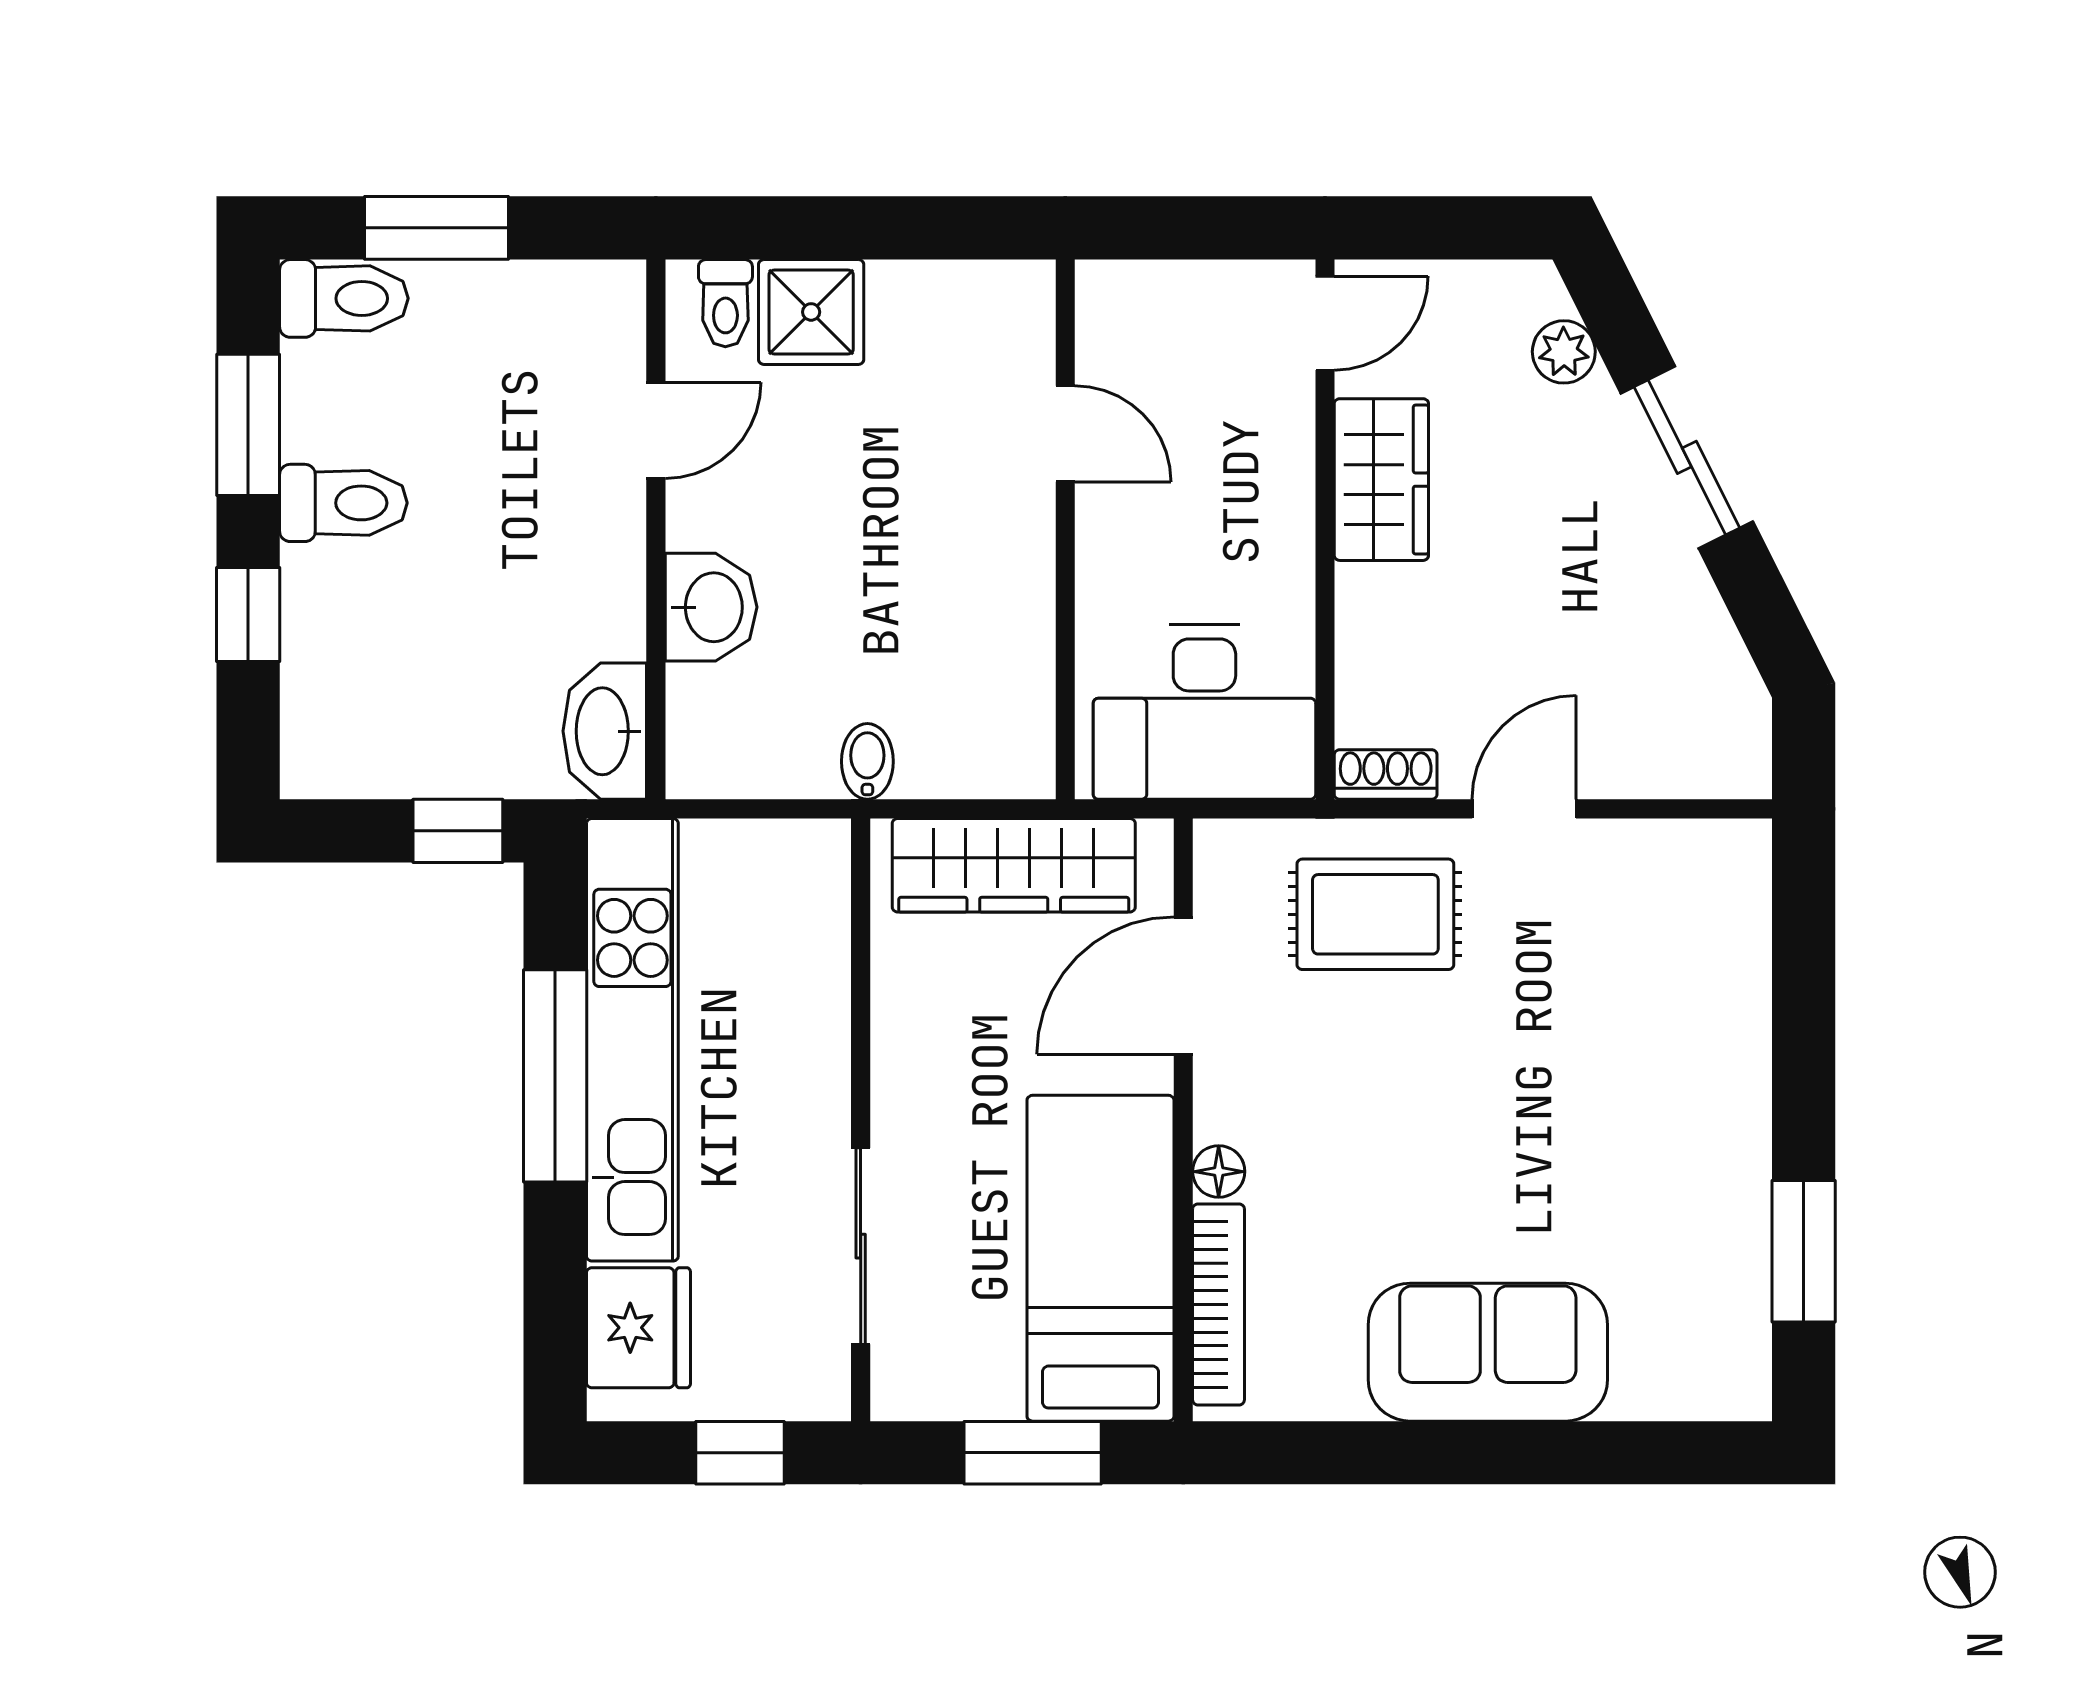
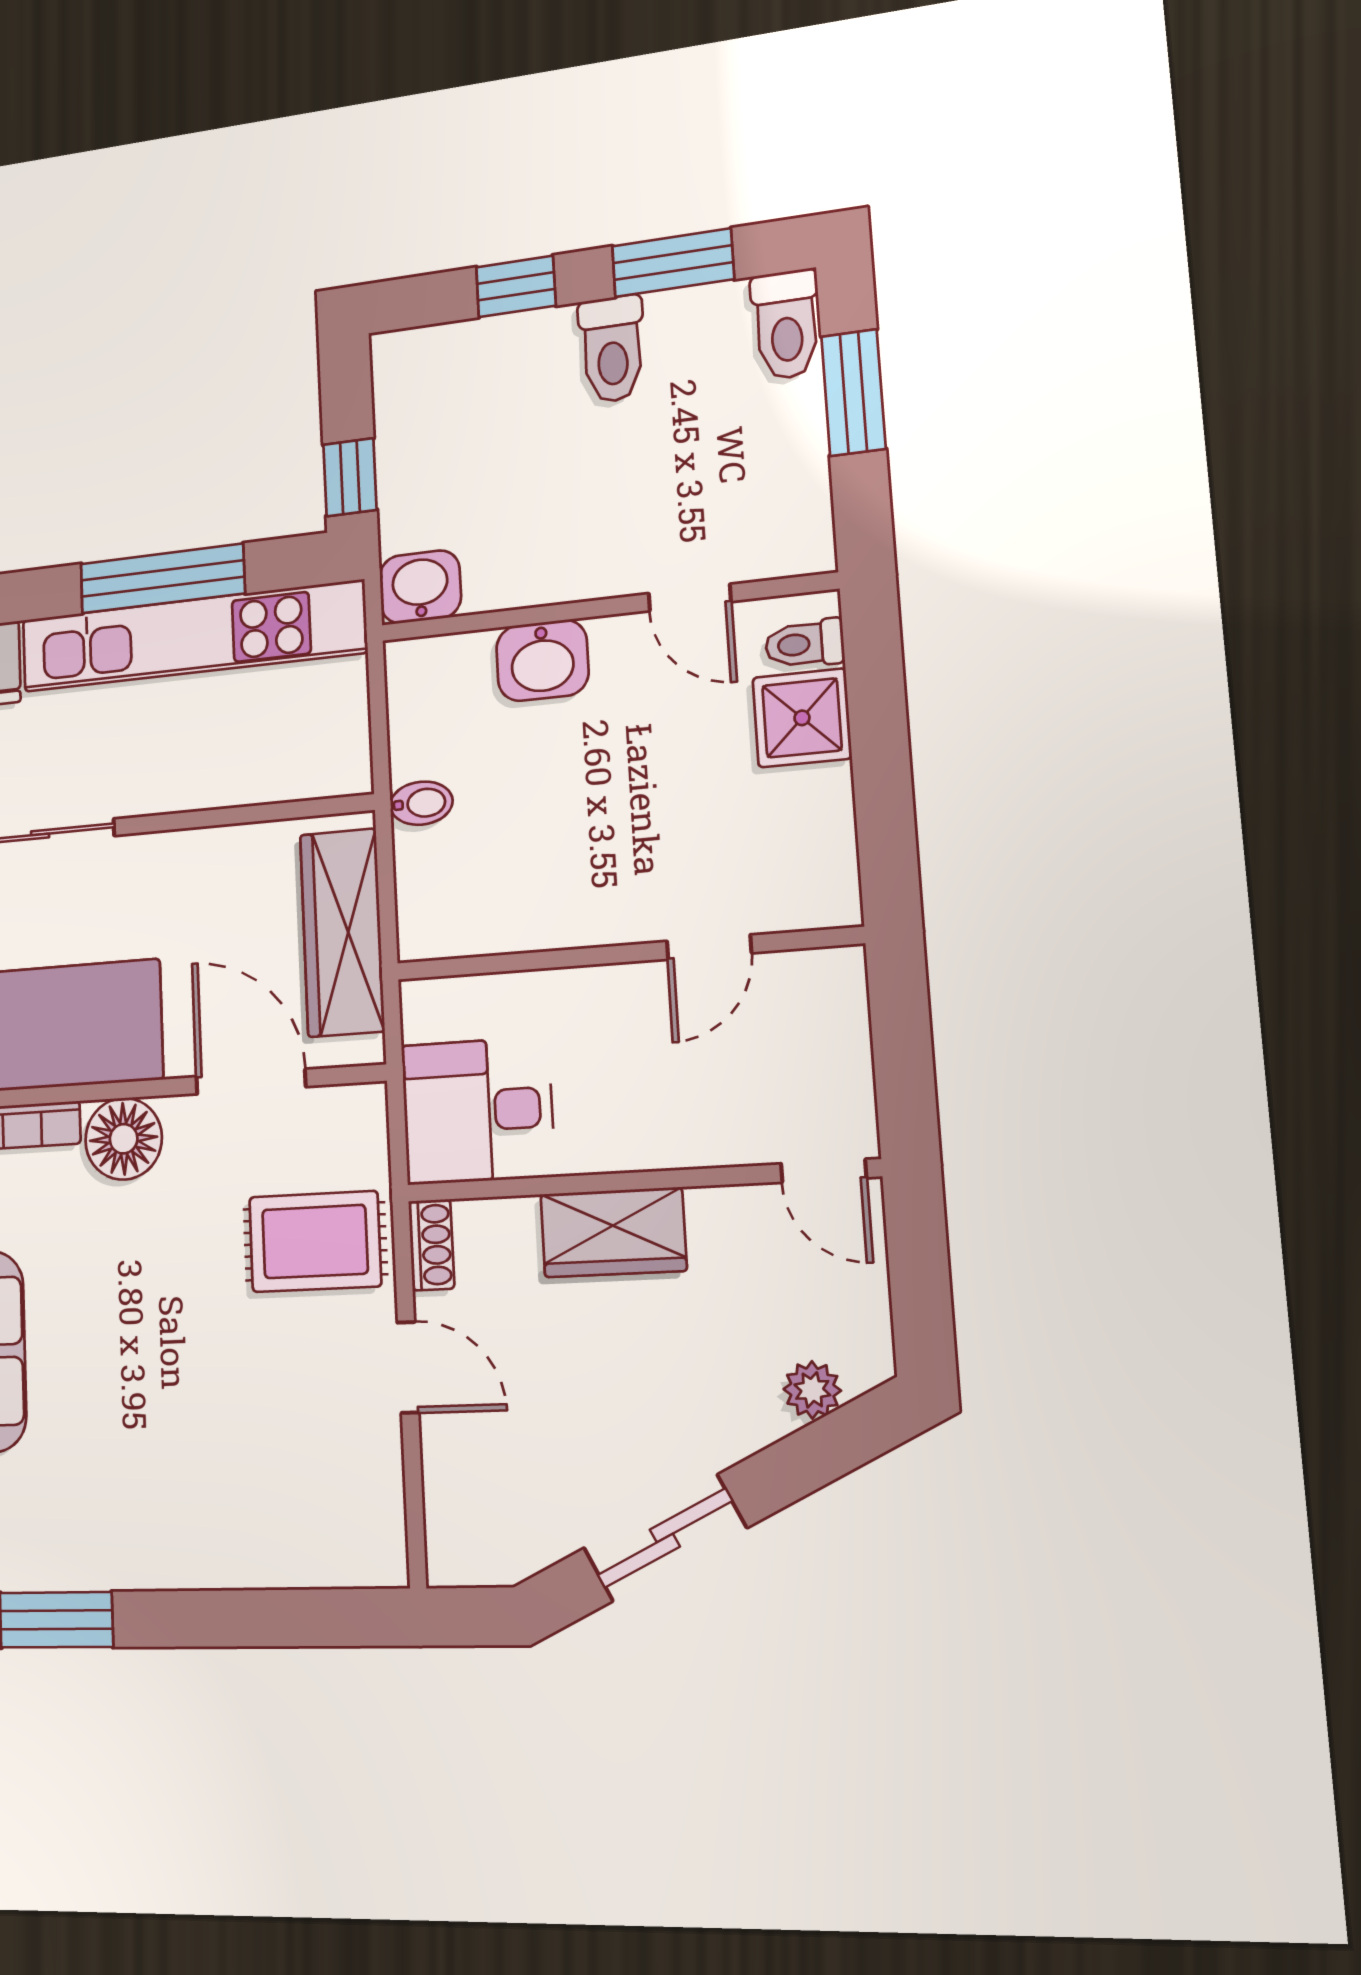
sliding door: (1687, 457) -> (665, 1538), moved
wardrobe: (1381, 480) -> (613, 1232), moved
desk: (1204, 712) -> (478, 1111), width x0.73
washbasin: (605, 731) -> (420, 587), width x0.72
rug: (1375, 914) -> (315, 1242), turned 90
floor lamp: (1219, 1172) -> (124, 1139), width x1.89, depth x1.89

